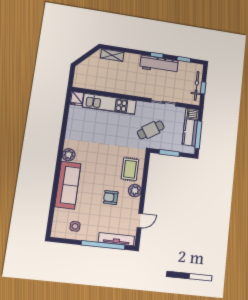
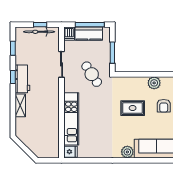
shelving: (112, 55) -> (20, 105), moved
workbench: (159, 64) -> (22, 79), width x0.73
rug: (130, 169) -> (133, 108), moved

